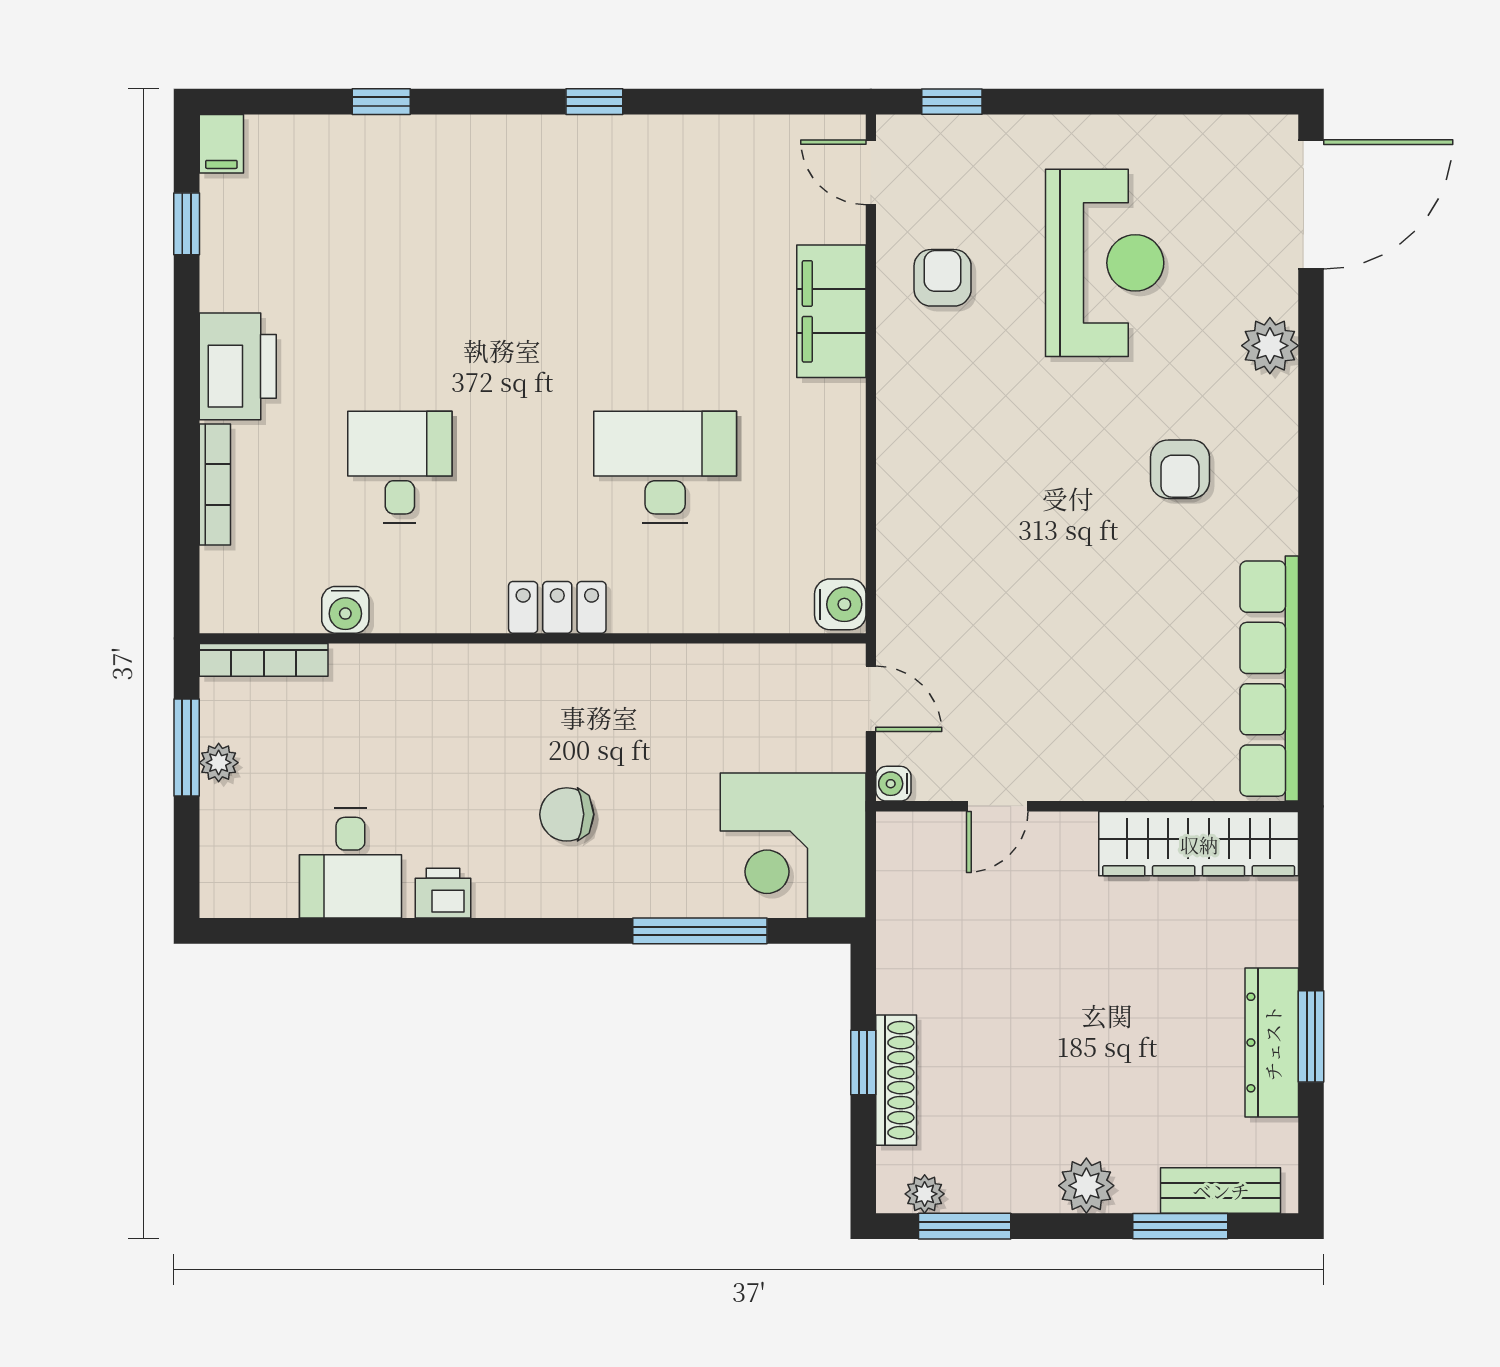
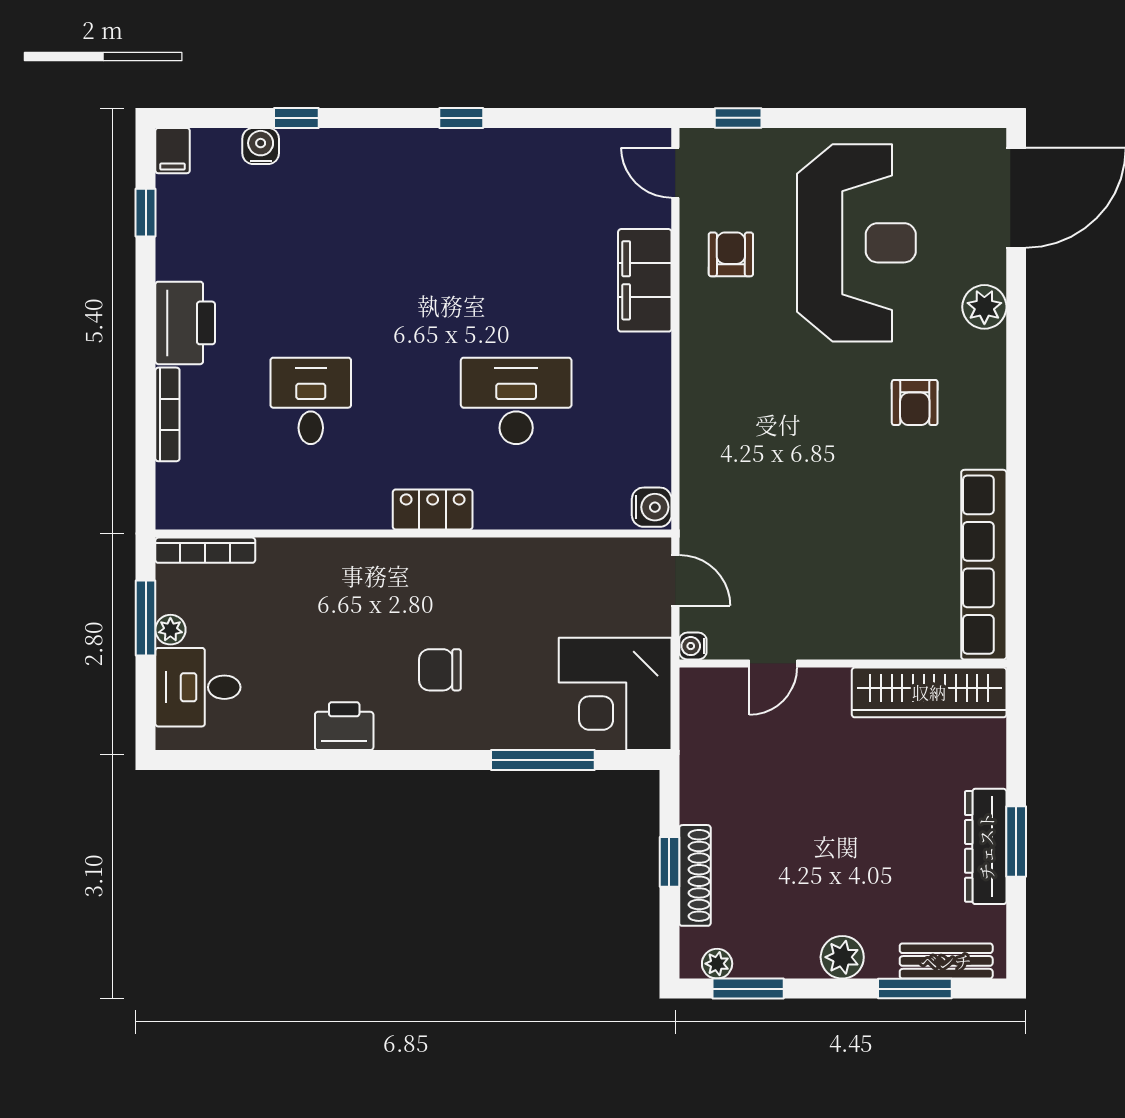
reception desk: (1105, 263) -> (856, 243), width x1.36, depth x1.30
water cooler: (345, 610) -> (261, 146), moved, turned 180
desk: (350, 863) -> (198, 687), moved, turned 90
printer: (443, 893) -> (344, 726), width x1.36, depth x1.24

